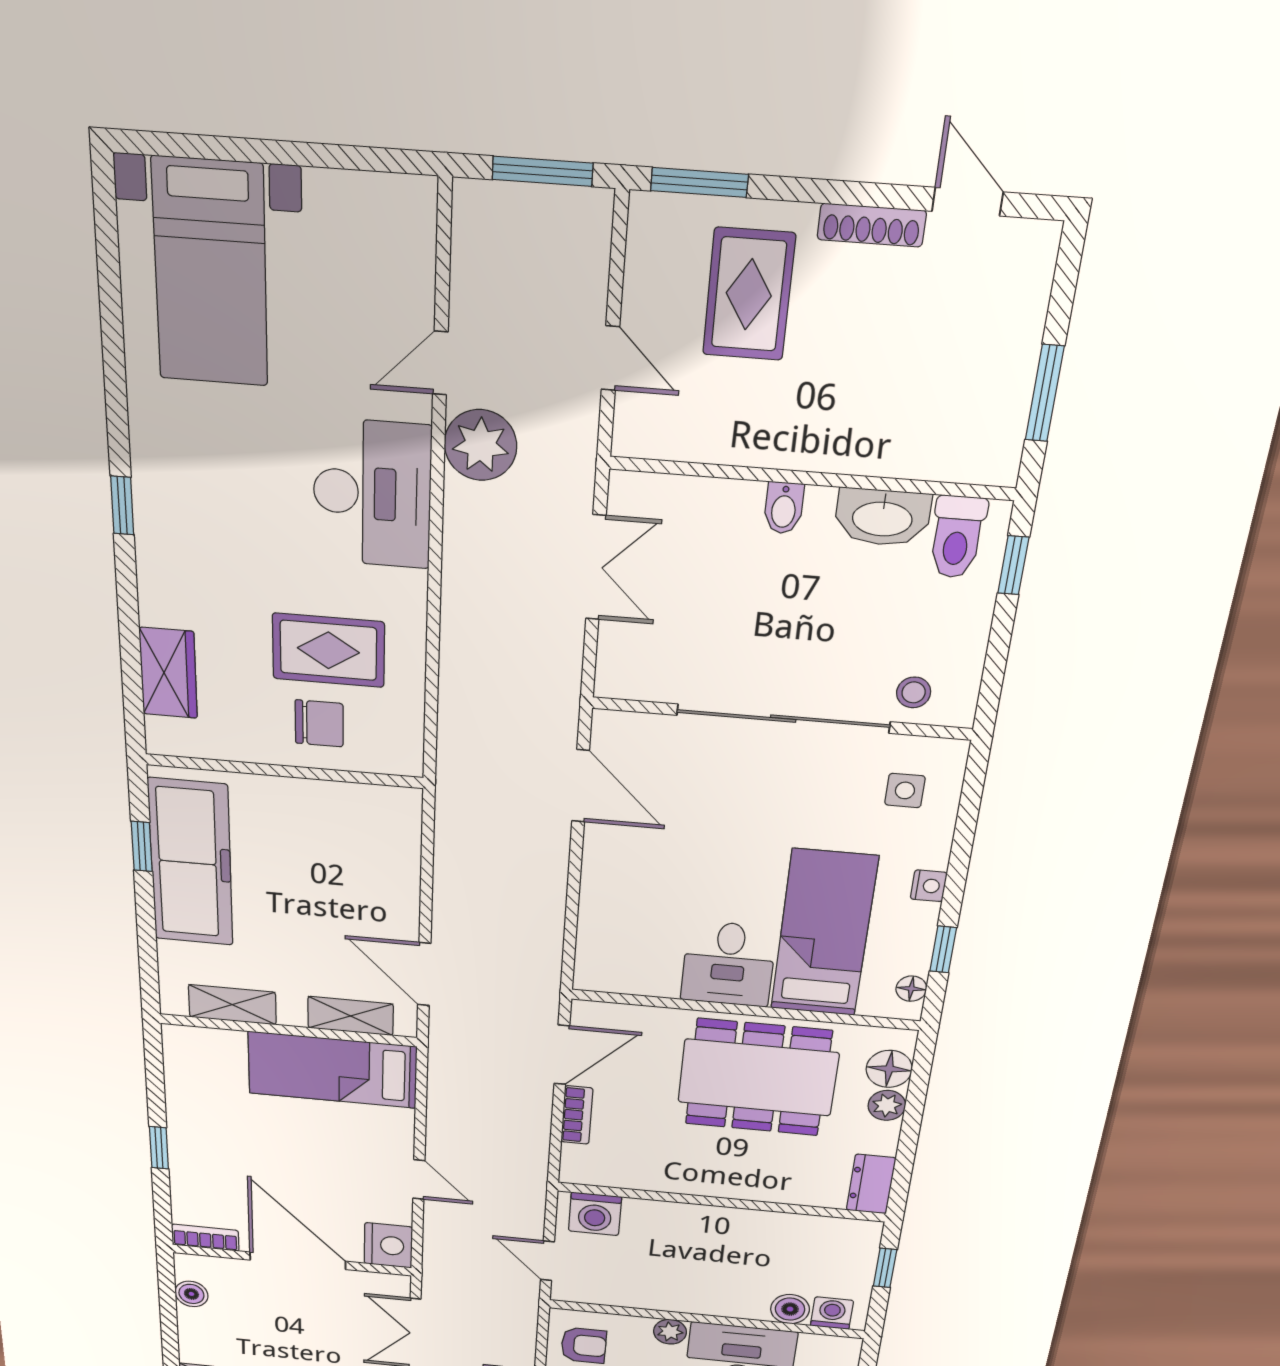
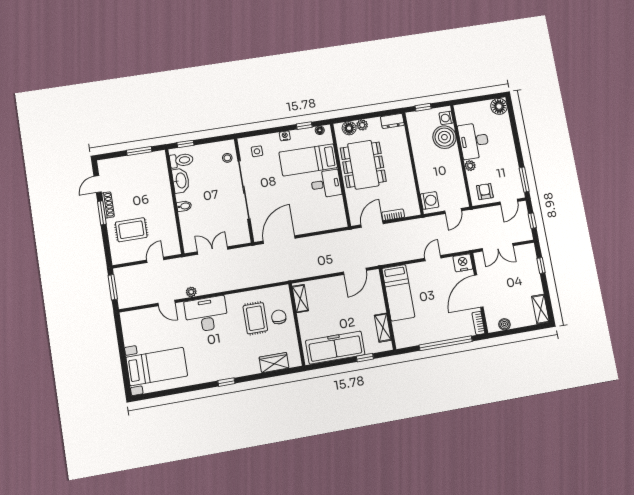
window: (699, 182) -> (102, 213), moved
plant: (481, 445) -> (191, 292), width x0.53, depth x0.53
door: (581, 786) -> (279, 240), width x1.36
window: (142, 846) -> (365, 358), moved
shelving: (351, 1016) -> (300, 299), moved
door: (562, 1055) -> (372, 224), hinge flipped
window: (159, 1148) -> (446, 343), width x3.17
boiler: (790, 1309) -> (444, 137), width x1.86, depth x1.86

